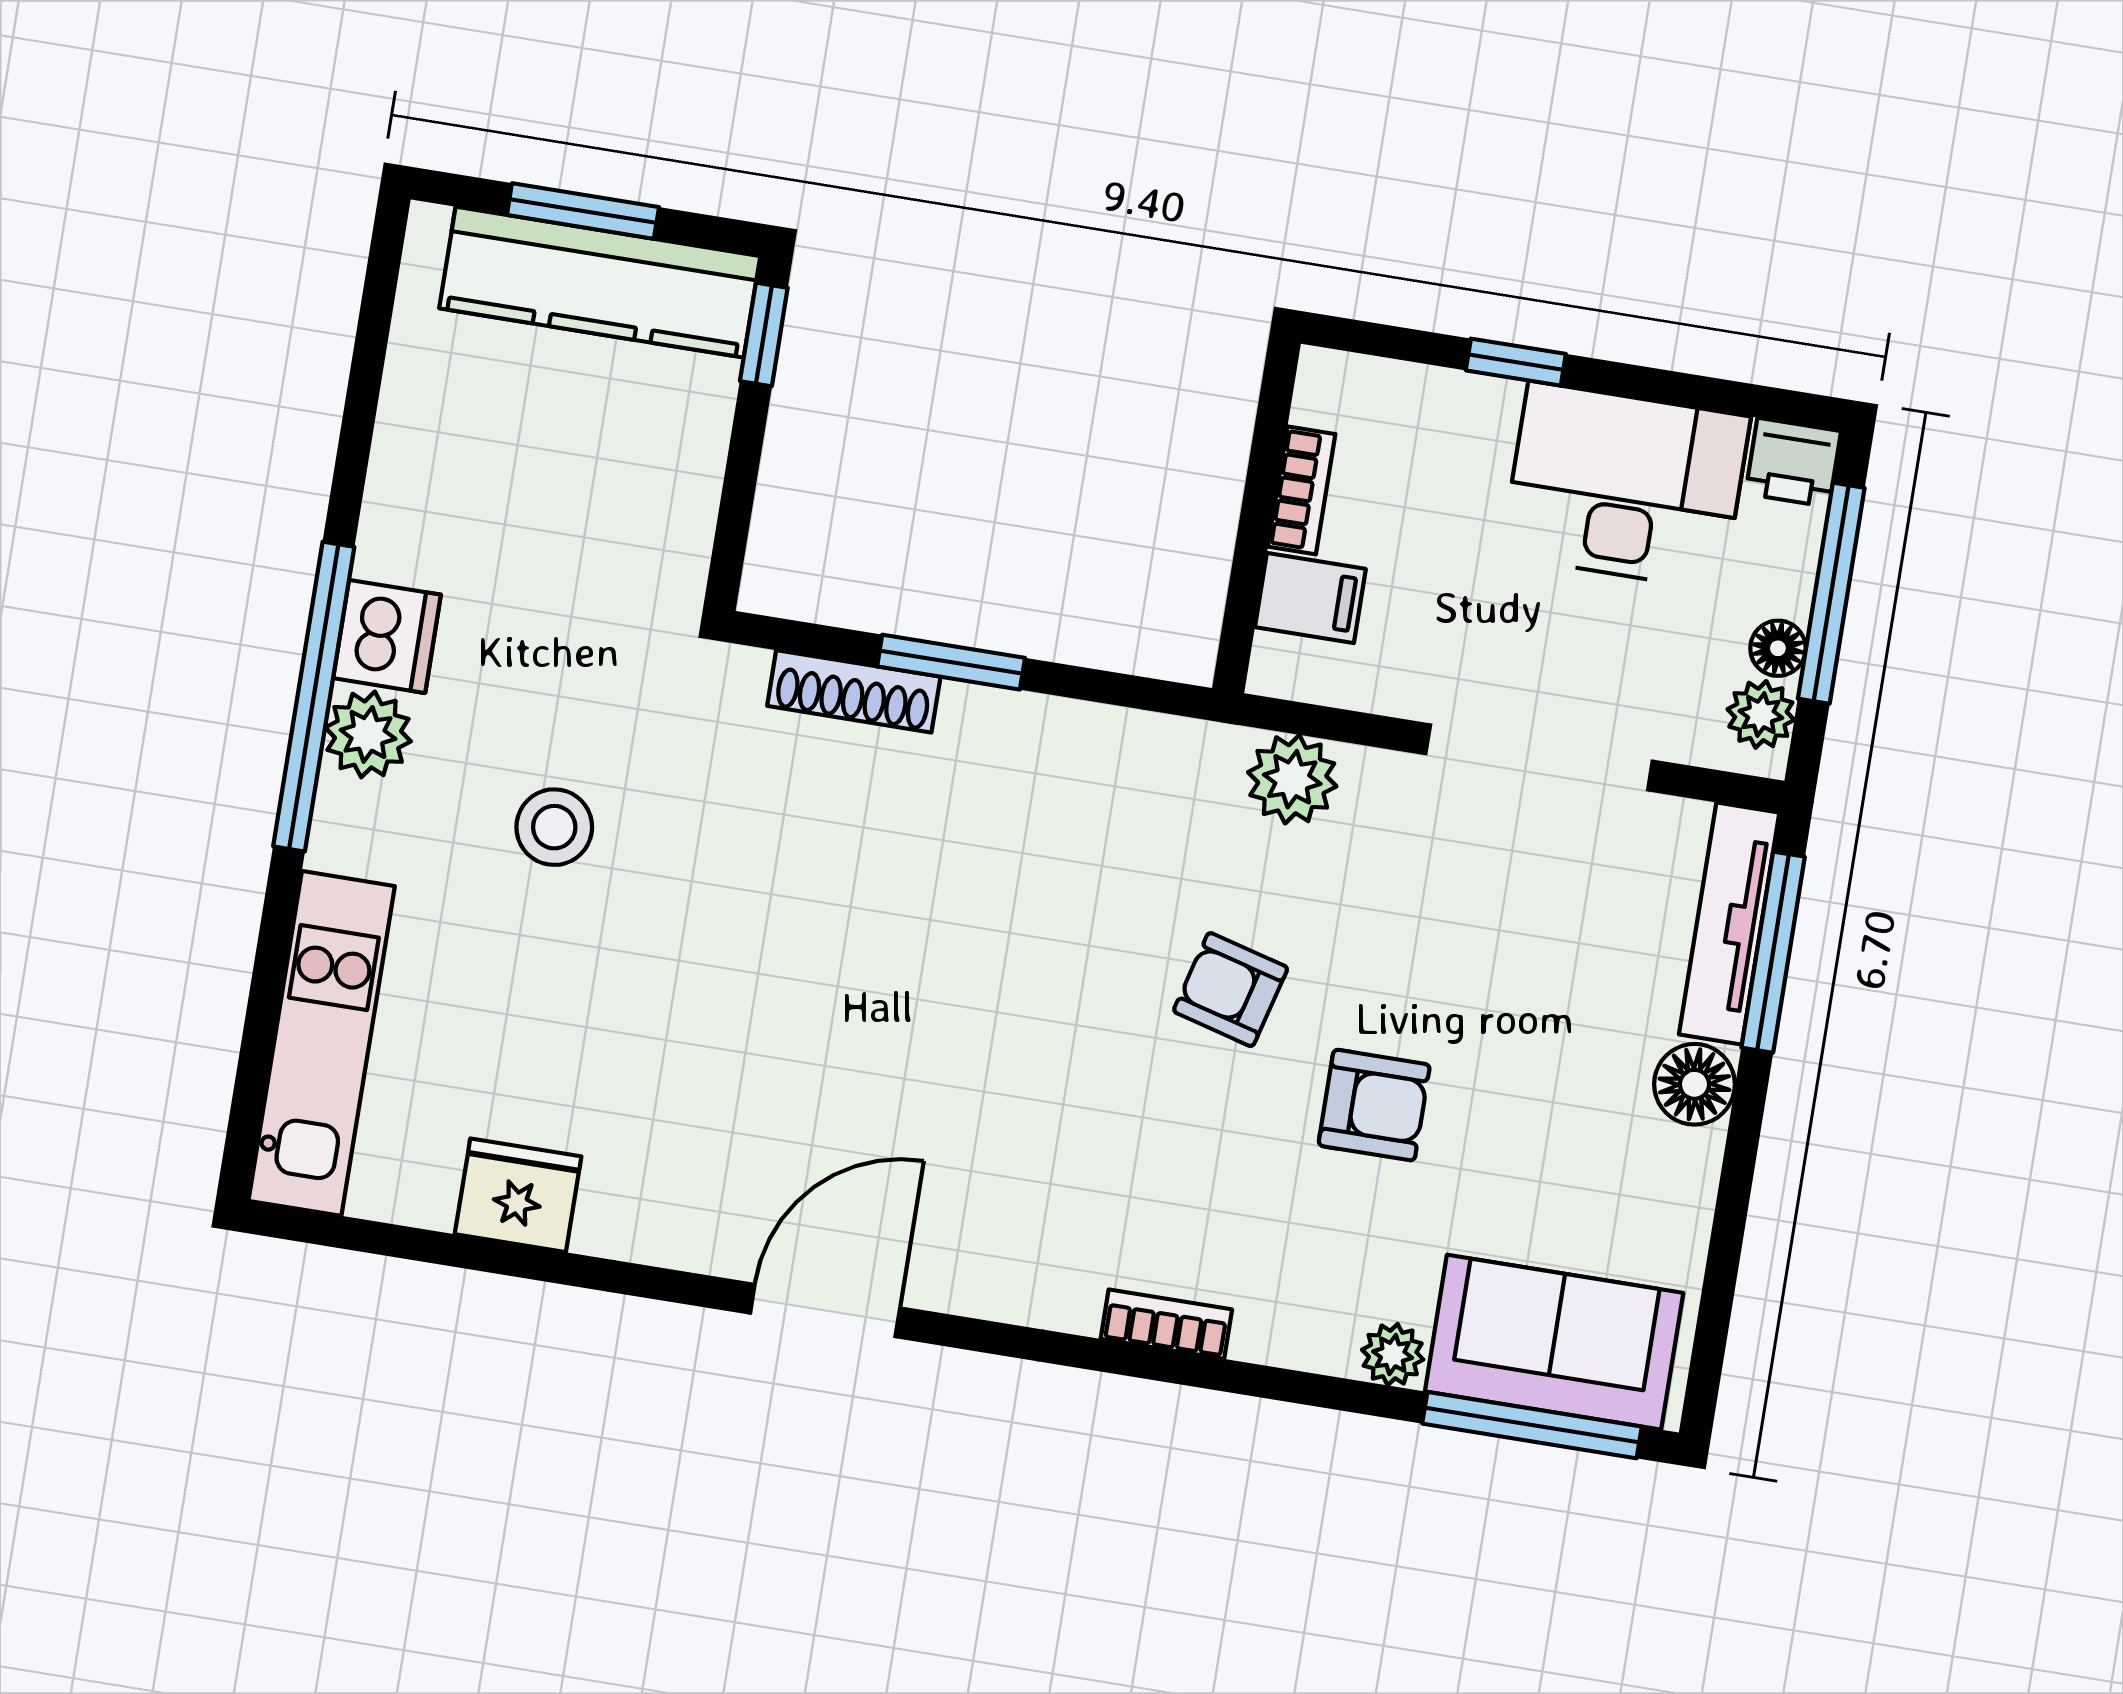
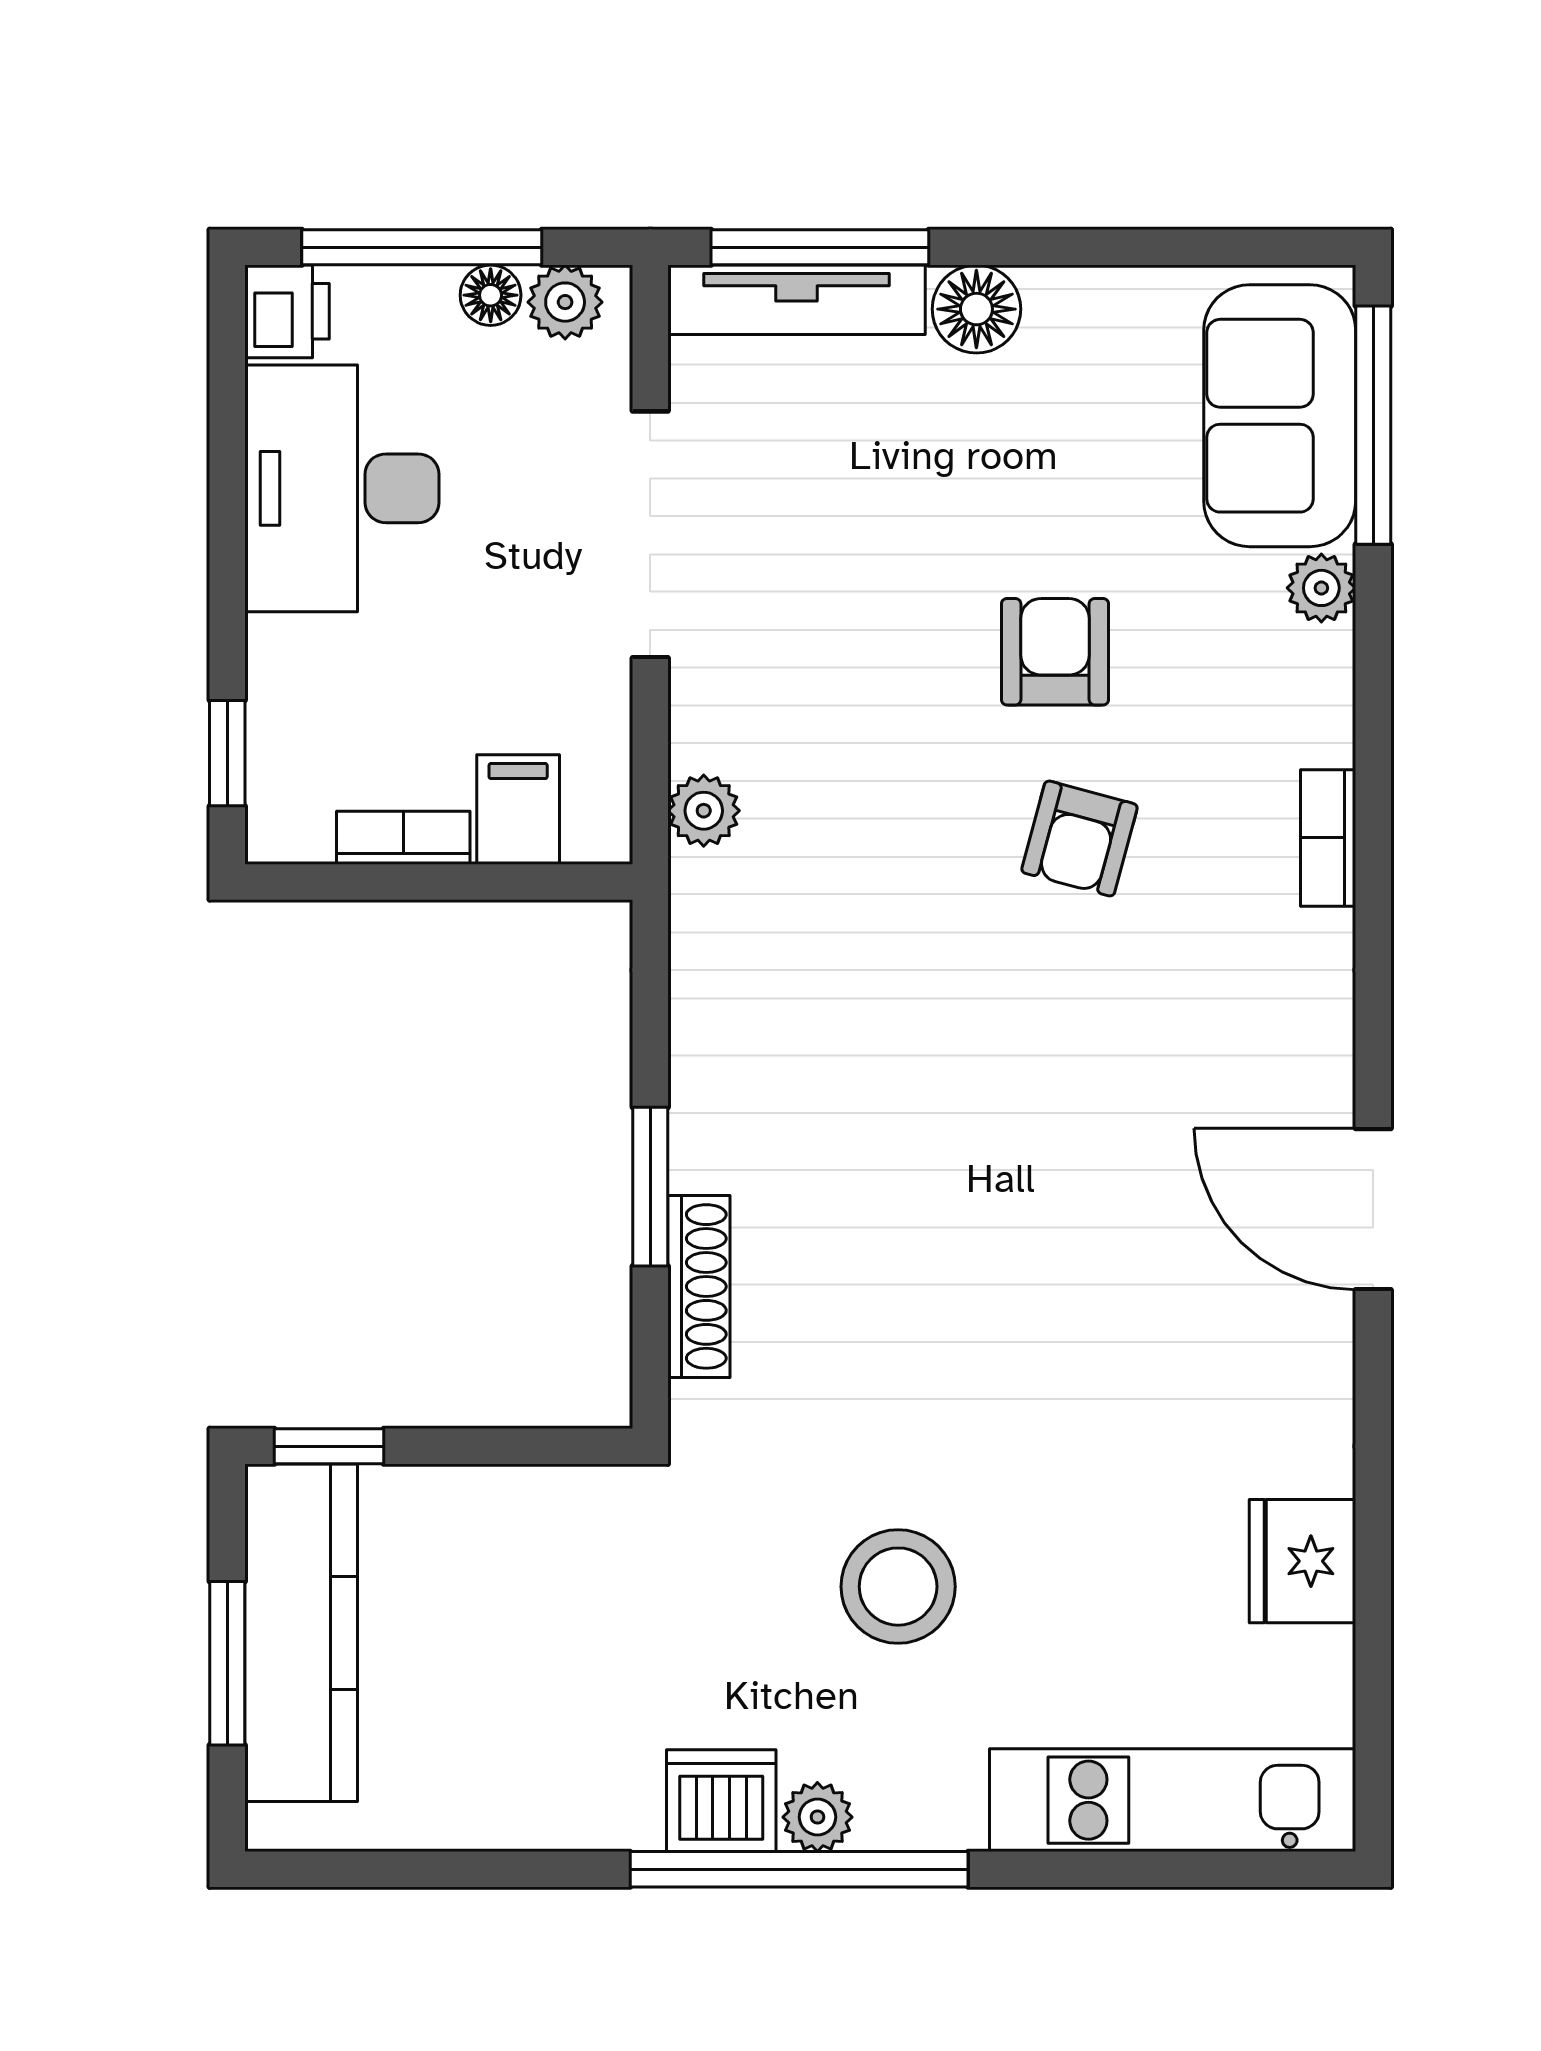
window: (1516, 362) -> (227, 753), moved
plant: (368, 734) -> (817, 1817), width x0.73, depth x0.73
plant: (1292, 779) -> (704, 811), width x0.73, depth x0.73
stool: (554, 827) -> (898, 1587), width x1.38, depth x1.38
armchair: (1231, 990) -> (1079, 838), moved

